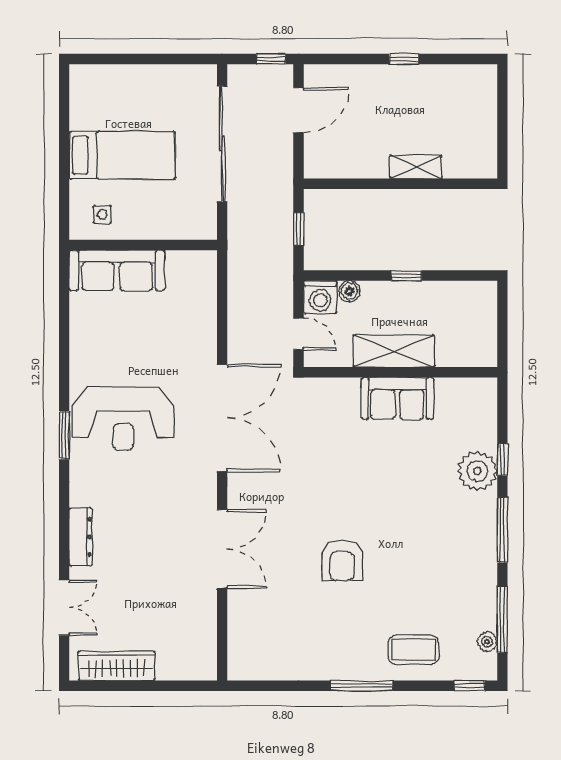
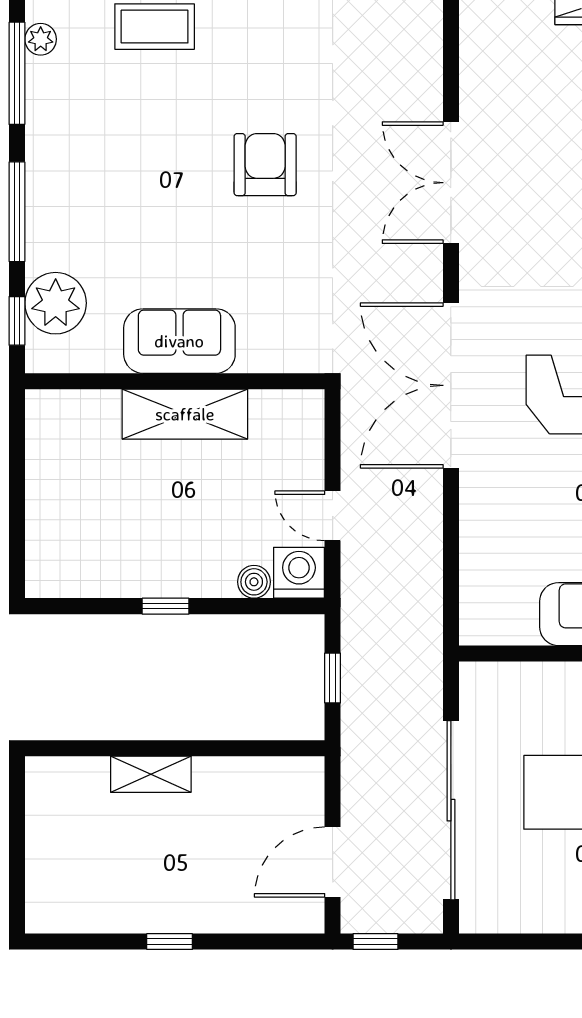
shelving: (394, 351) -> (185, 414), moved
wall: (400, 372) -> (175, 381), moved
sofa: (397, 398) -> (179, 341), moved

